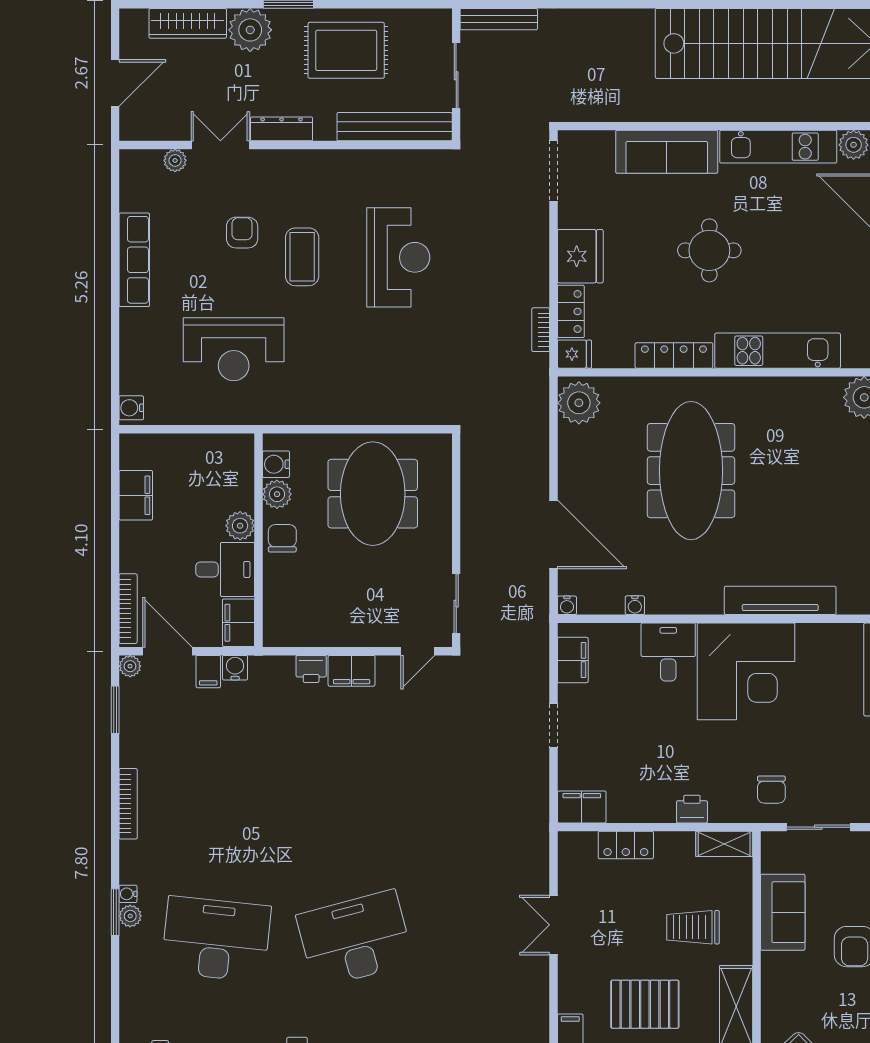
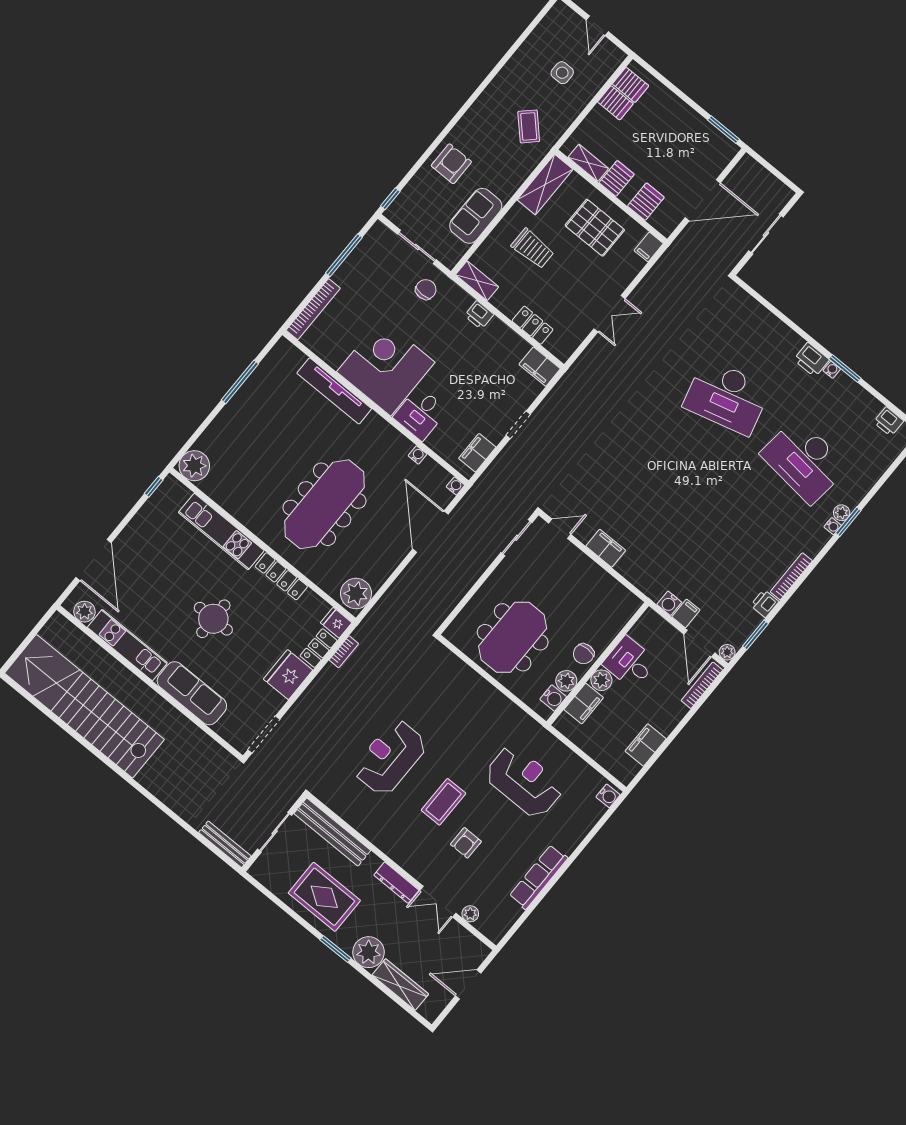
filing cabinet: (238, 623) -> (584, 704), moved
printer: (311, 669) -> (765, 603), moved, turned -90

